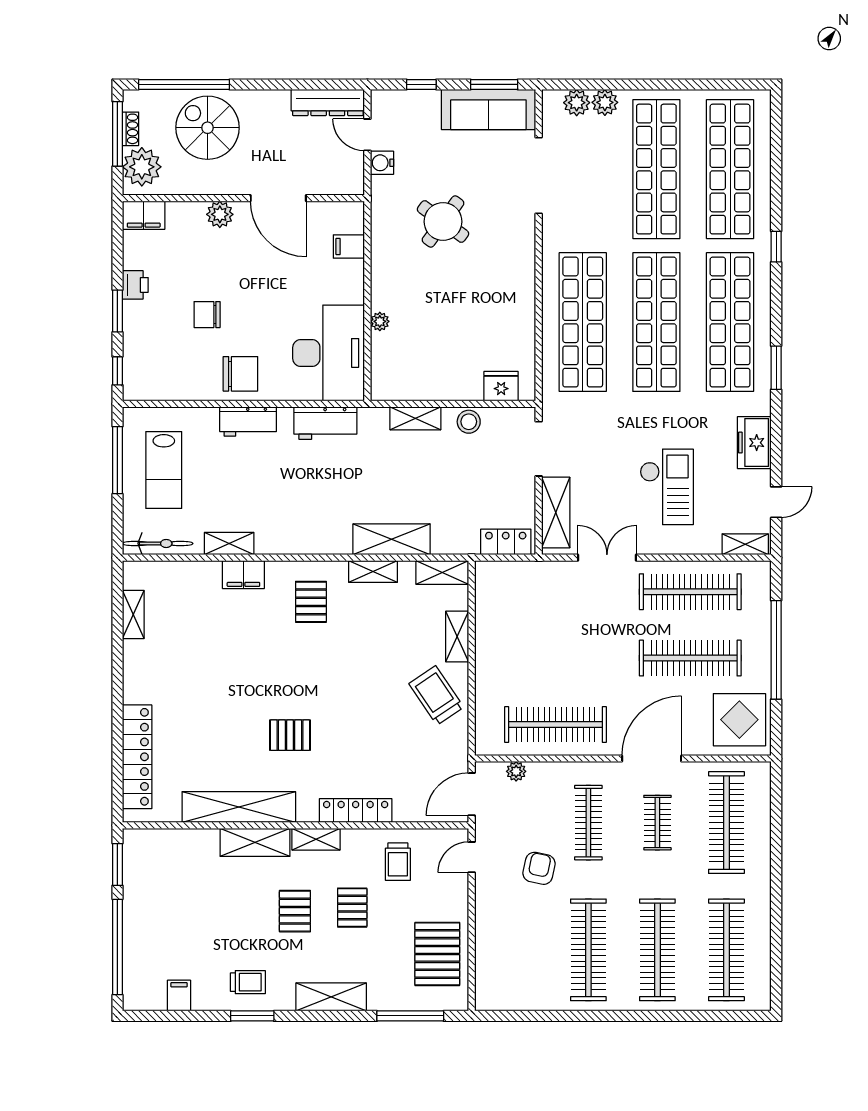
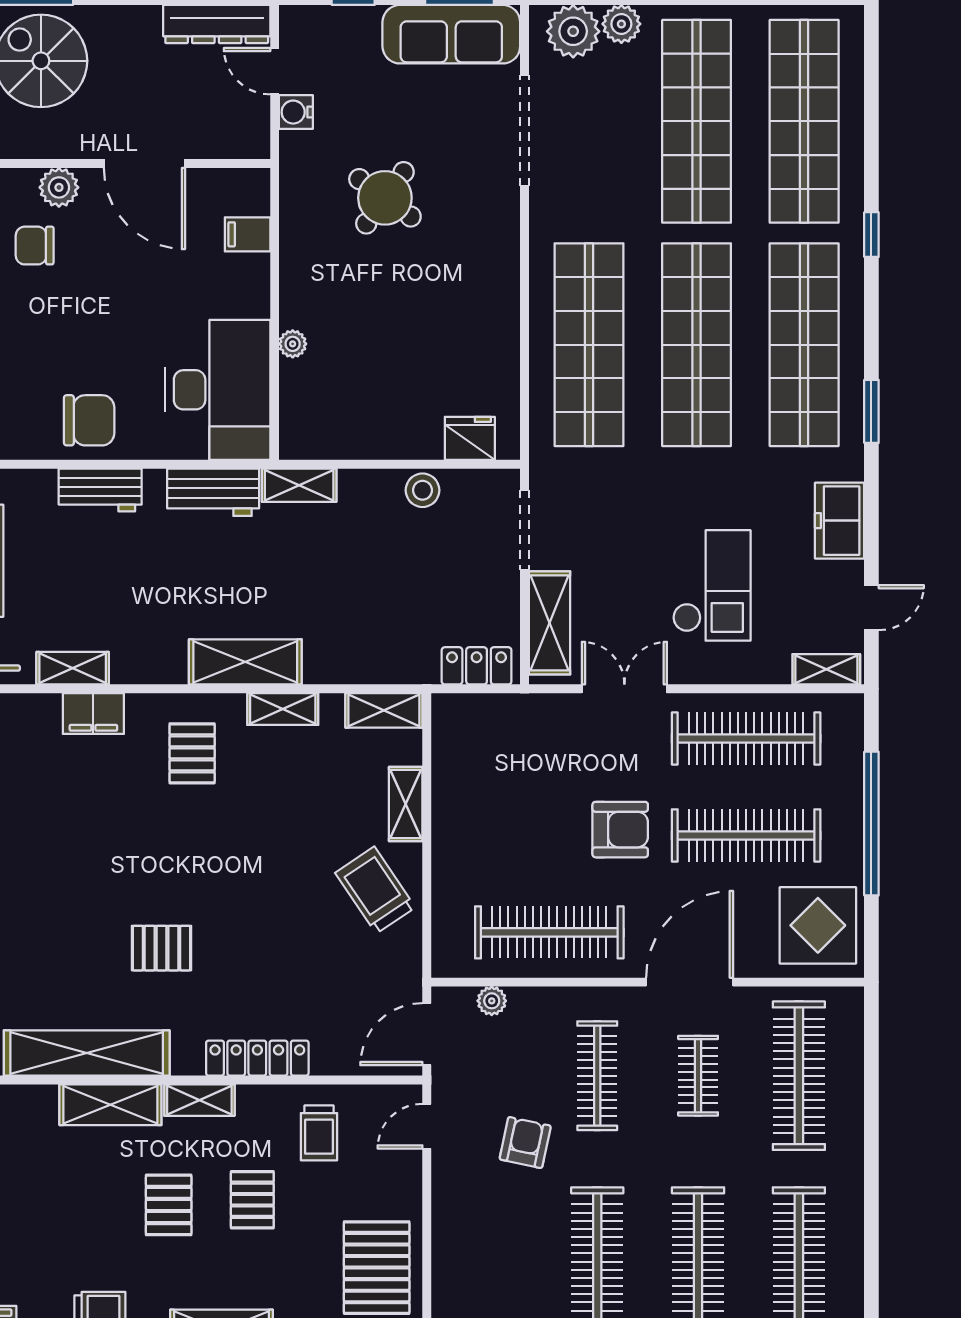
plant: (577, 103) -> (573, 31), width x1.36, depth x1.36
chair: (207, 315) -> (35, 246), moved
shelving: (415, 418) -> (299, 485), moved
shelving: (392, 539) -> (245, 662), moved
armchair: (604, 654) -> (620, 830), added

